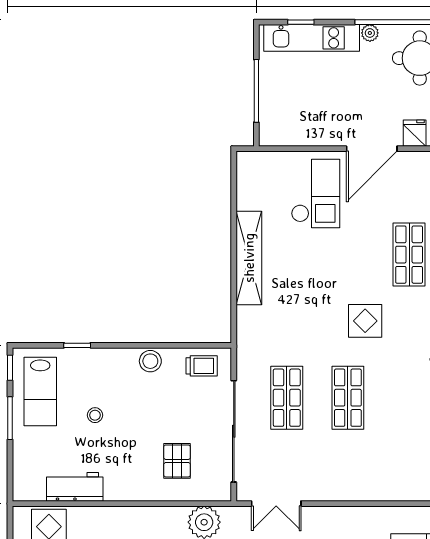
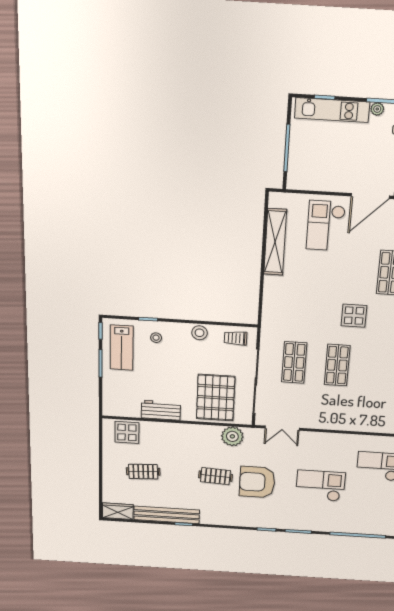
checkout: (316, 193) -> (326, 226), turned 180
shelving: (249, 258) -> (275, 242), moved
trolley: (202, 366) -> (236, 338), turned 180
stool: (95, 415) -> (156, 338), moved
pallet: (177, 461) -> (216, 398), width x2.05, depth x2.00
workbench: (75, 487) -> (161, 410), moved

